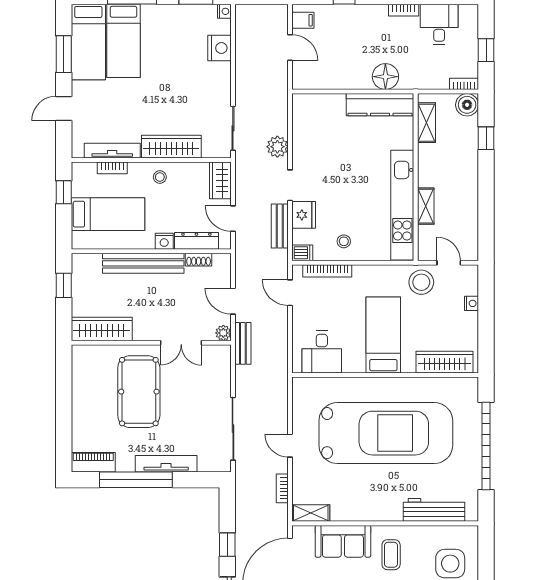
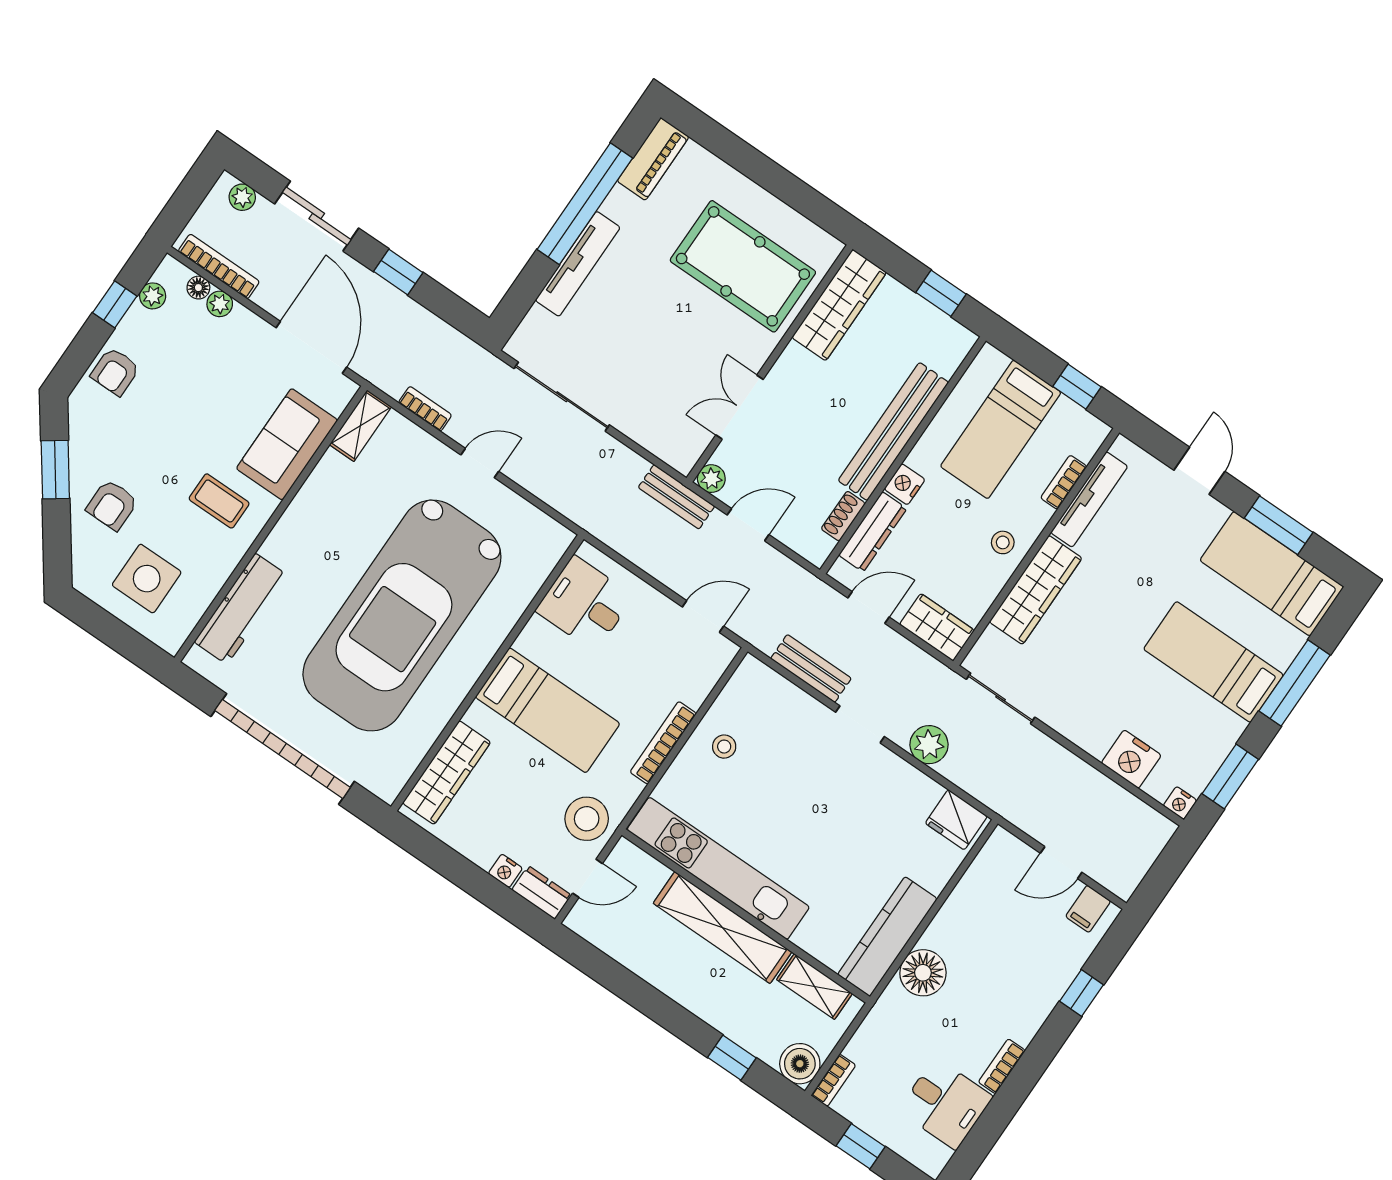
bed: (123, 41) -> (1213, 662), moved
shelving: (426, 206) -> (723, 928), width x2.20, depth x1.33
fridge: (304, 215) -> (956, 820), moved
dishwasher: (302, 253) -> (749, 675), removed
bookcase: (327, 271) -> (663, 743), moved
dresser: (470, 280) -> (542, 892), added
pool table: (139, 392) -> (743, 266), moved

